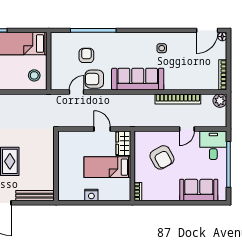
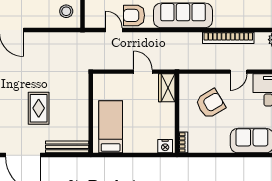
door: (76, 92) -> (114, 30), hinge flipped
armchair: (162, 157) -> (210, 104), turned -92
bed: (107, 167) -> (111, 127), moved, turned 90
nightstand: (91, 195) -> (165, 146), moved

